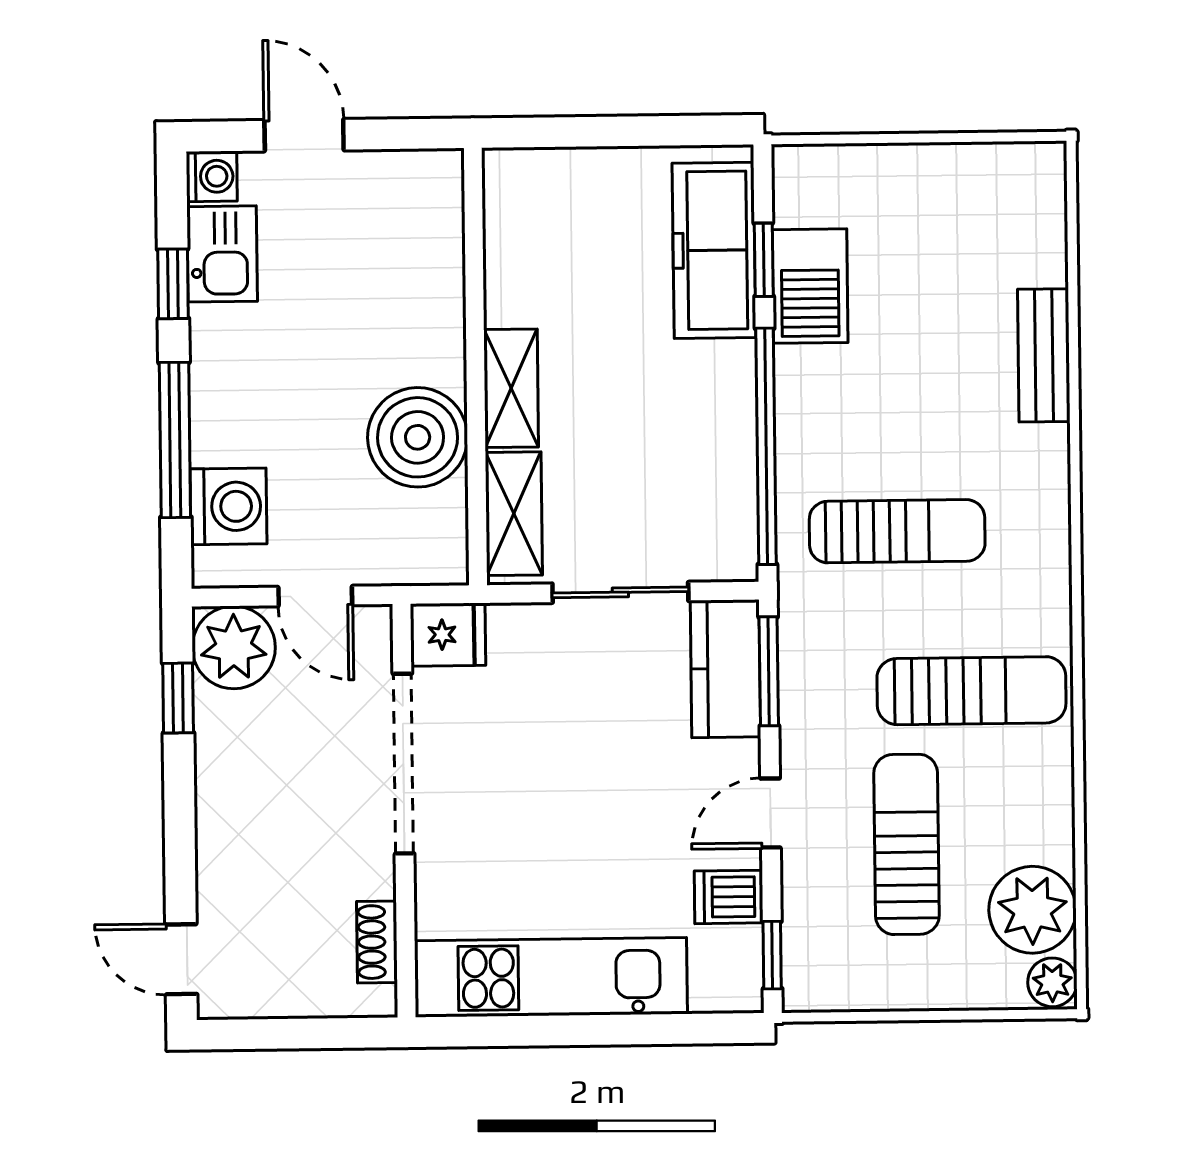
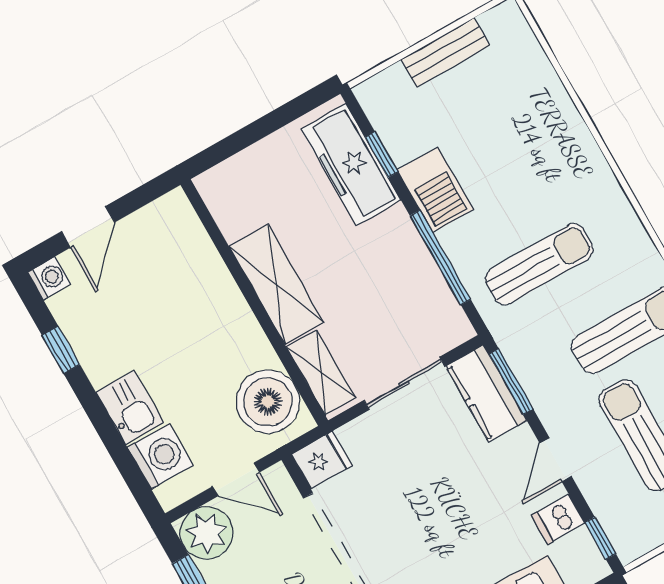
door: (304, 135) -> (88, 227), swing flipped
kitchen sink: (222, 254) -> (130, 407), moved
barbecue: (810, 286) -> (435, 190), moved
bench: (1044, 355) -> (445, 52), moved, turned 90
shelving: (511, 388) -> (276, 285), width x1.50, depth x1.33
boiler: (418, 437) -> (268, 402), moved
window: (175, 440) -> (110, 436), removed
window: (766, 446) -> (440, 257), width x0.68

